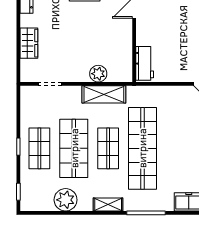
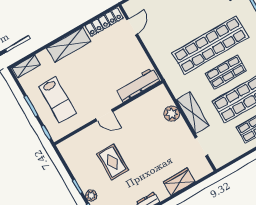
workbench: (145, 63) -> (138, 85), width x1.38
shelving: (104, 94) -> (193, 113), moved

